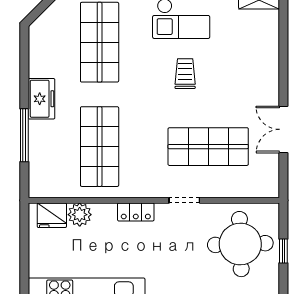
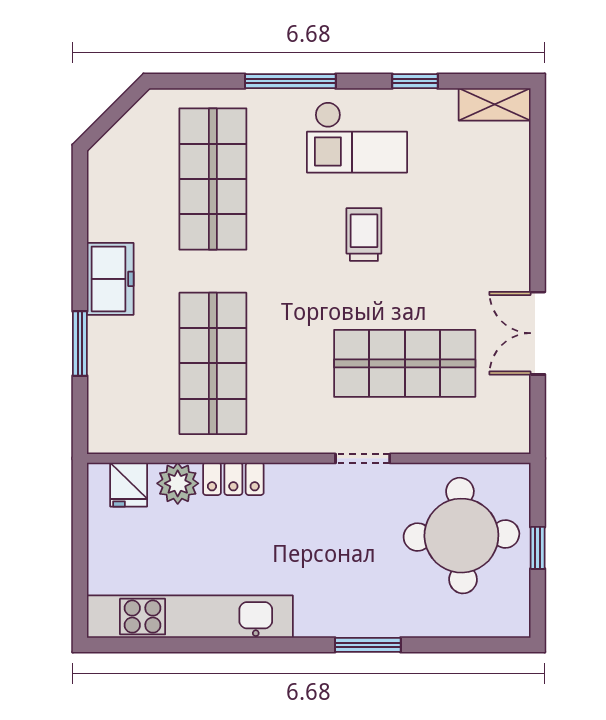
window: (24, 135) -> (80, 343), width x0.69
locker: (136, 212) -> (233, 479), moved
fridge: (52, 215) -> (129, 485), width x0.72

